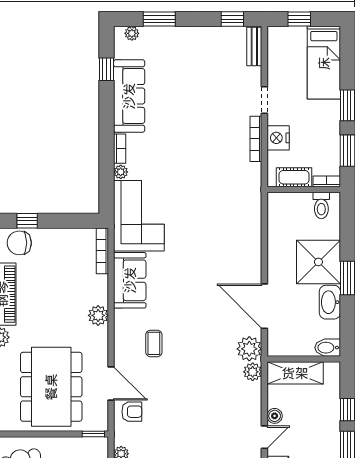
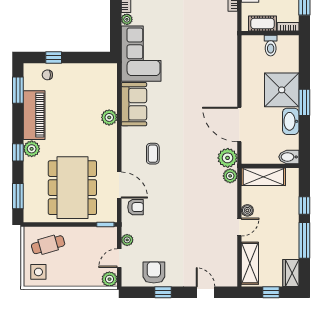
toilet: (321, 205) -> (271, 46), moved
chair: (19, 243) -> (47, 75), width x0.54, depth x0.54
bookcase: (102, 251) -> (112, 81), removed
plant: (98, 315) -> (109, 117), moved

